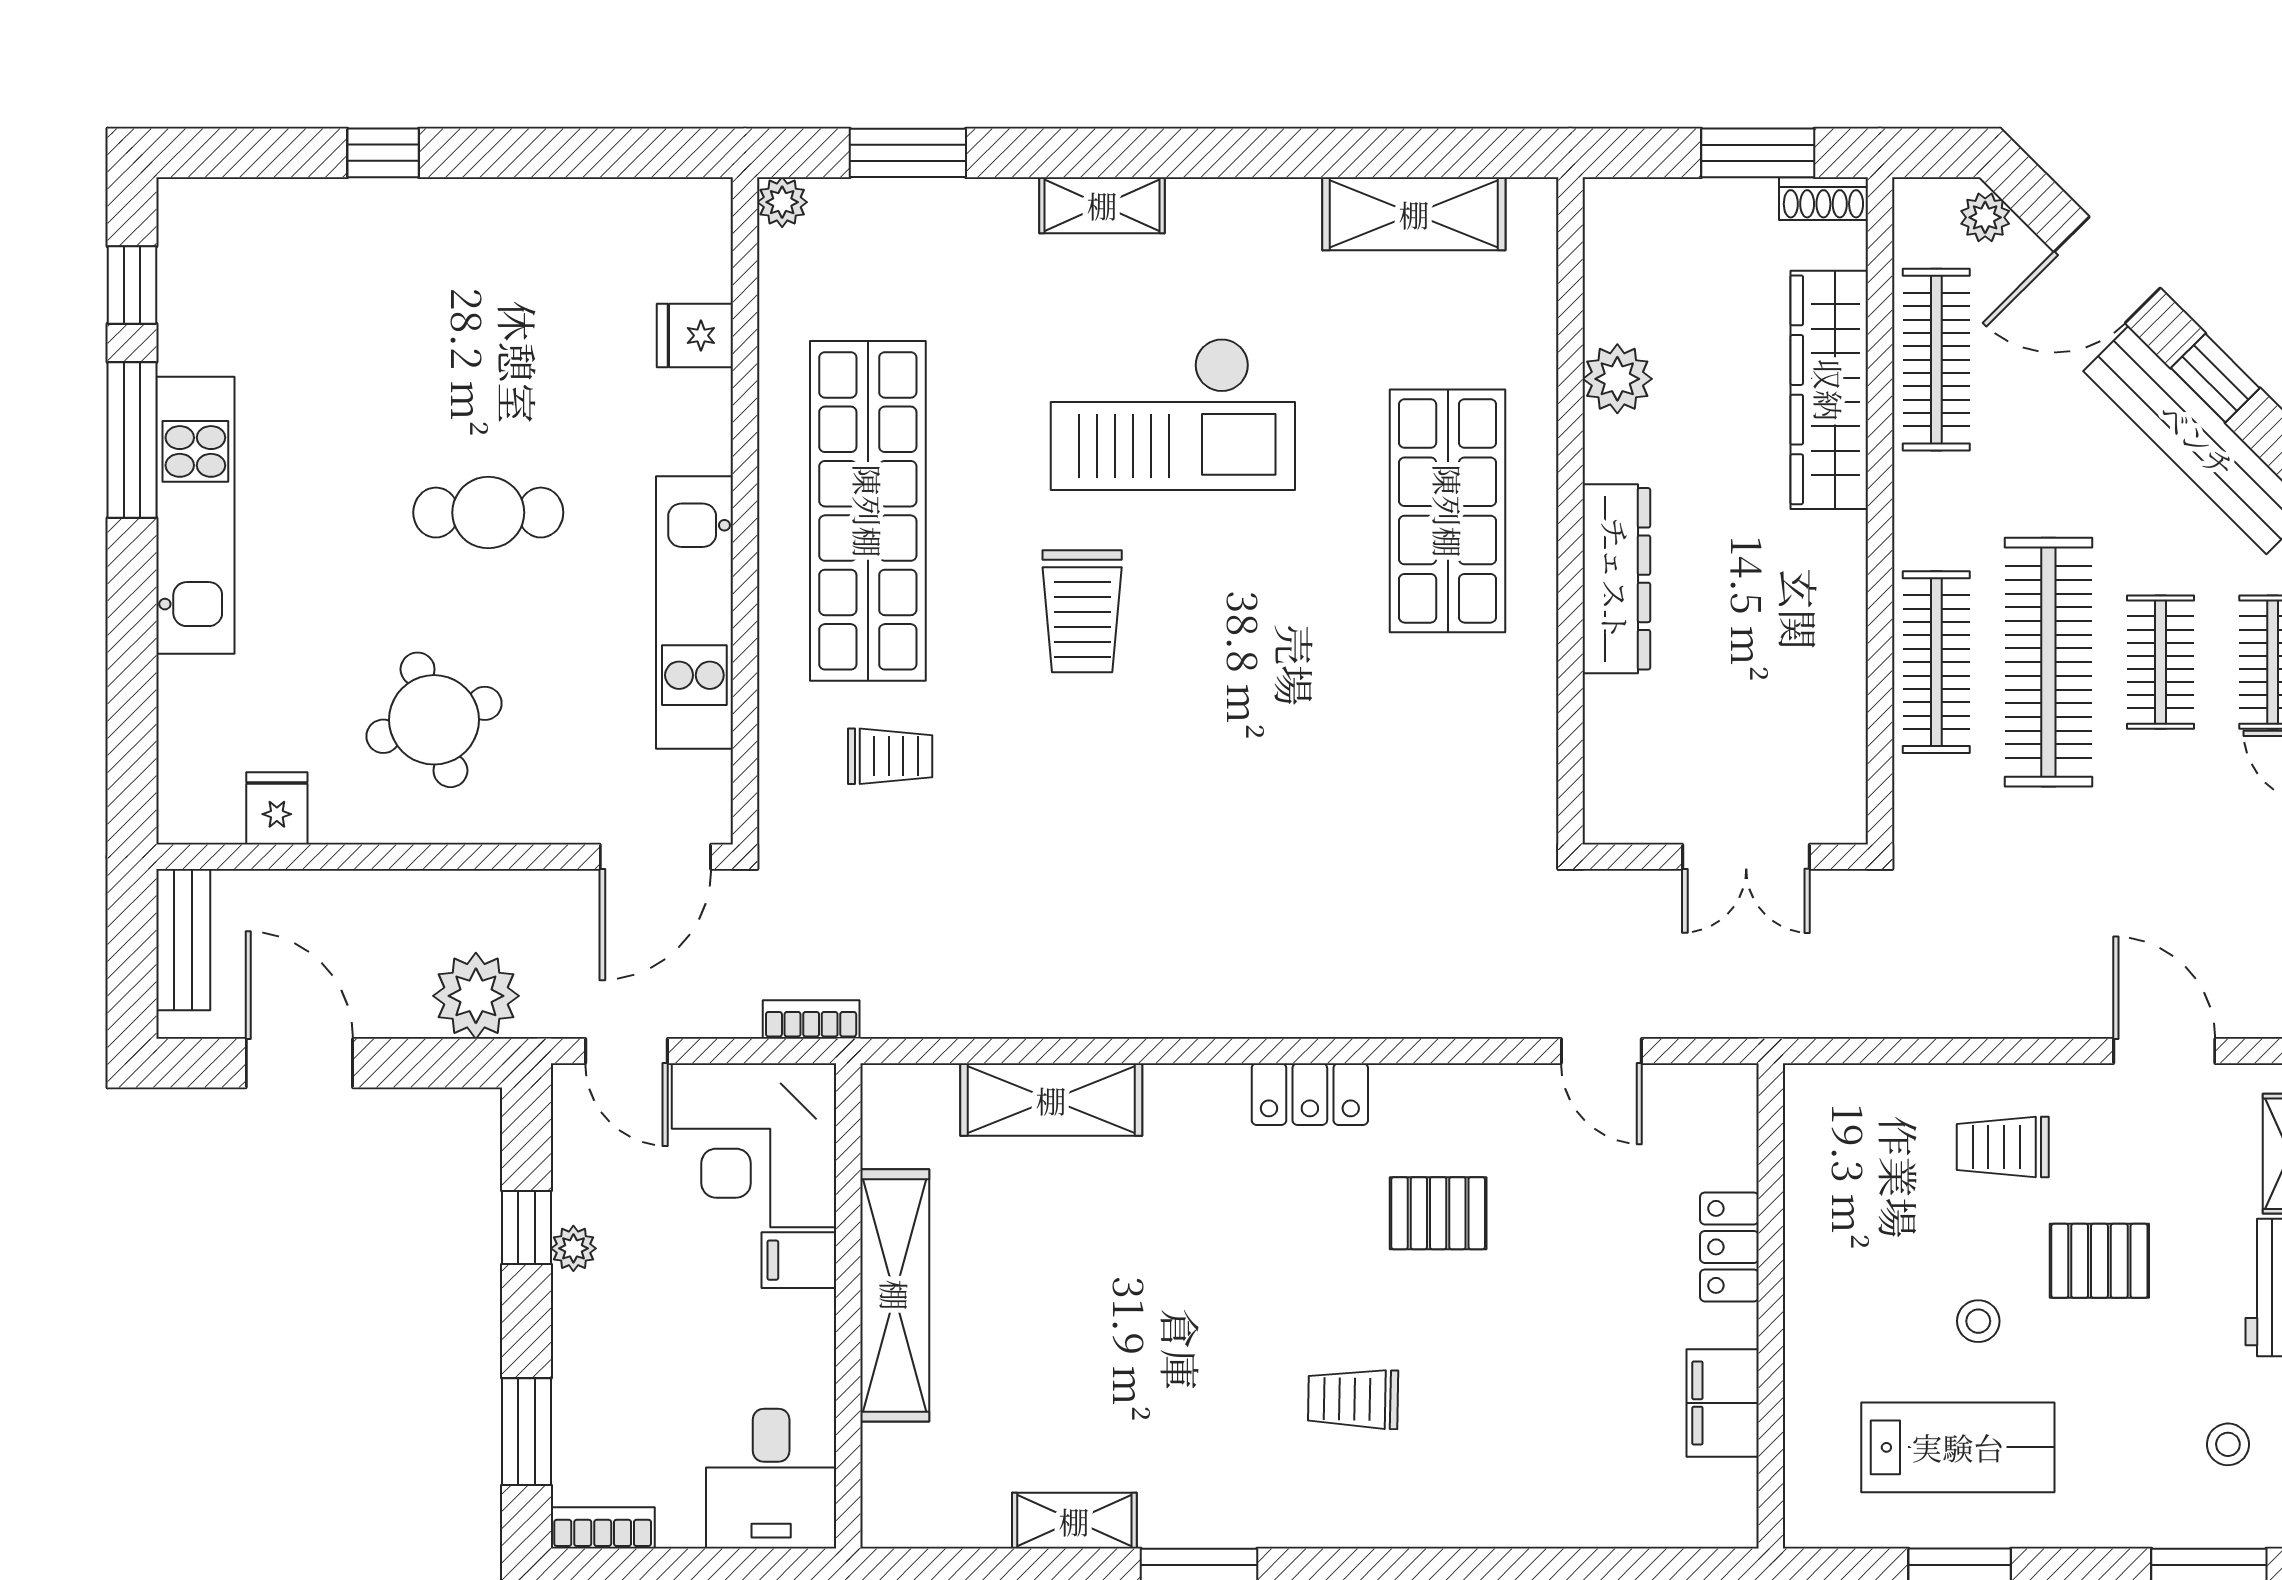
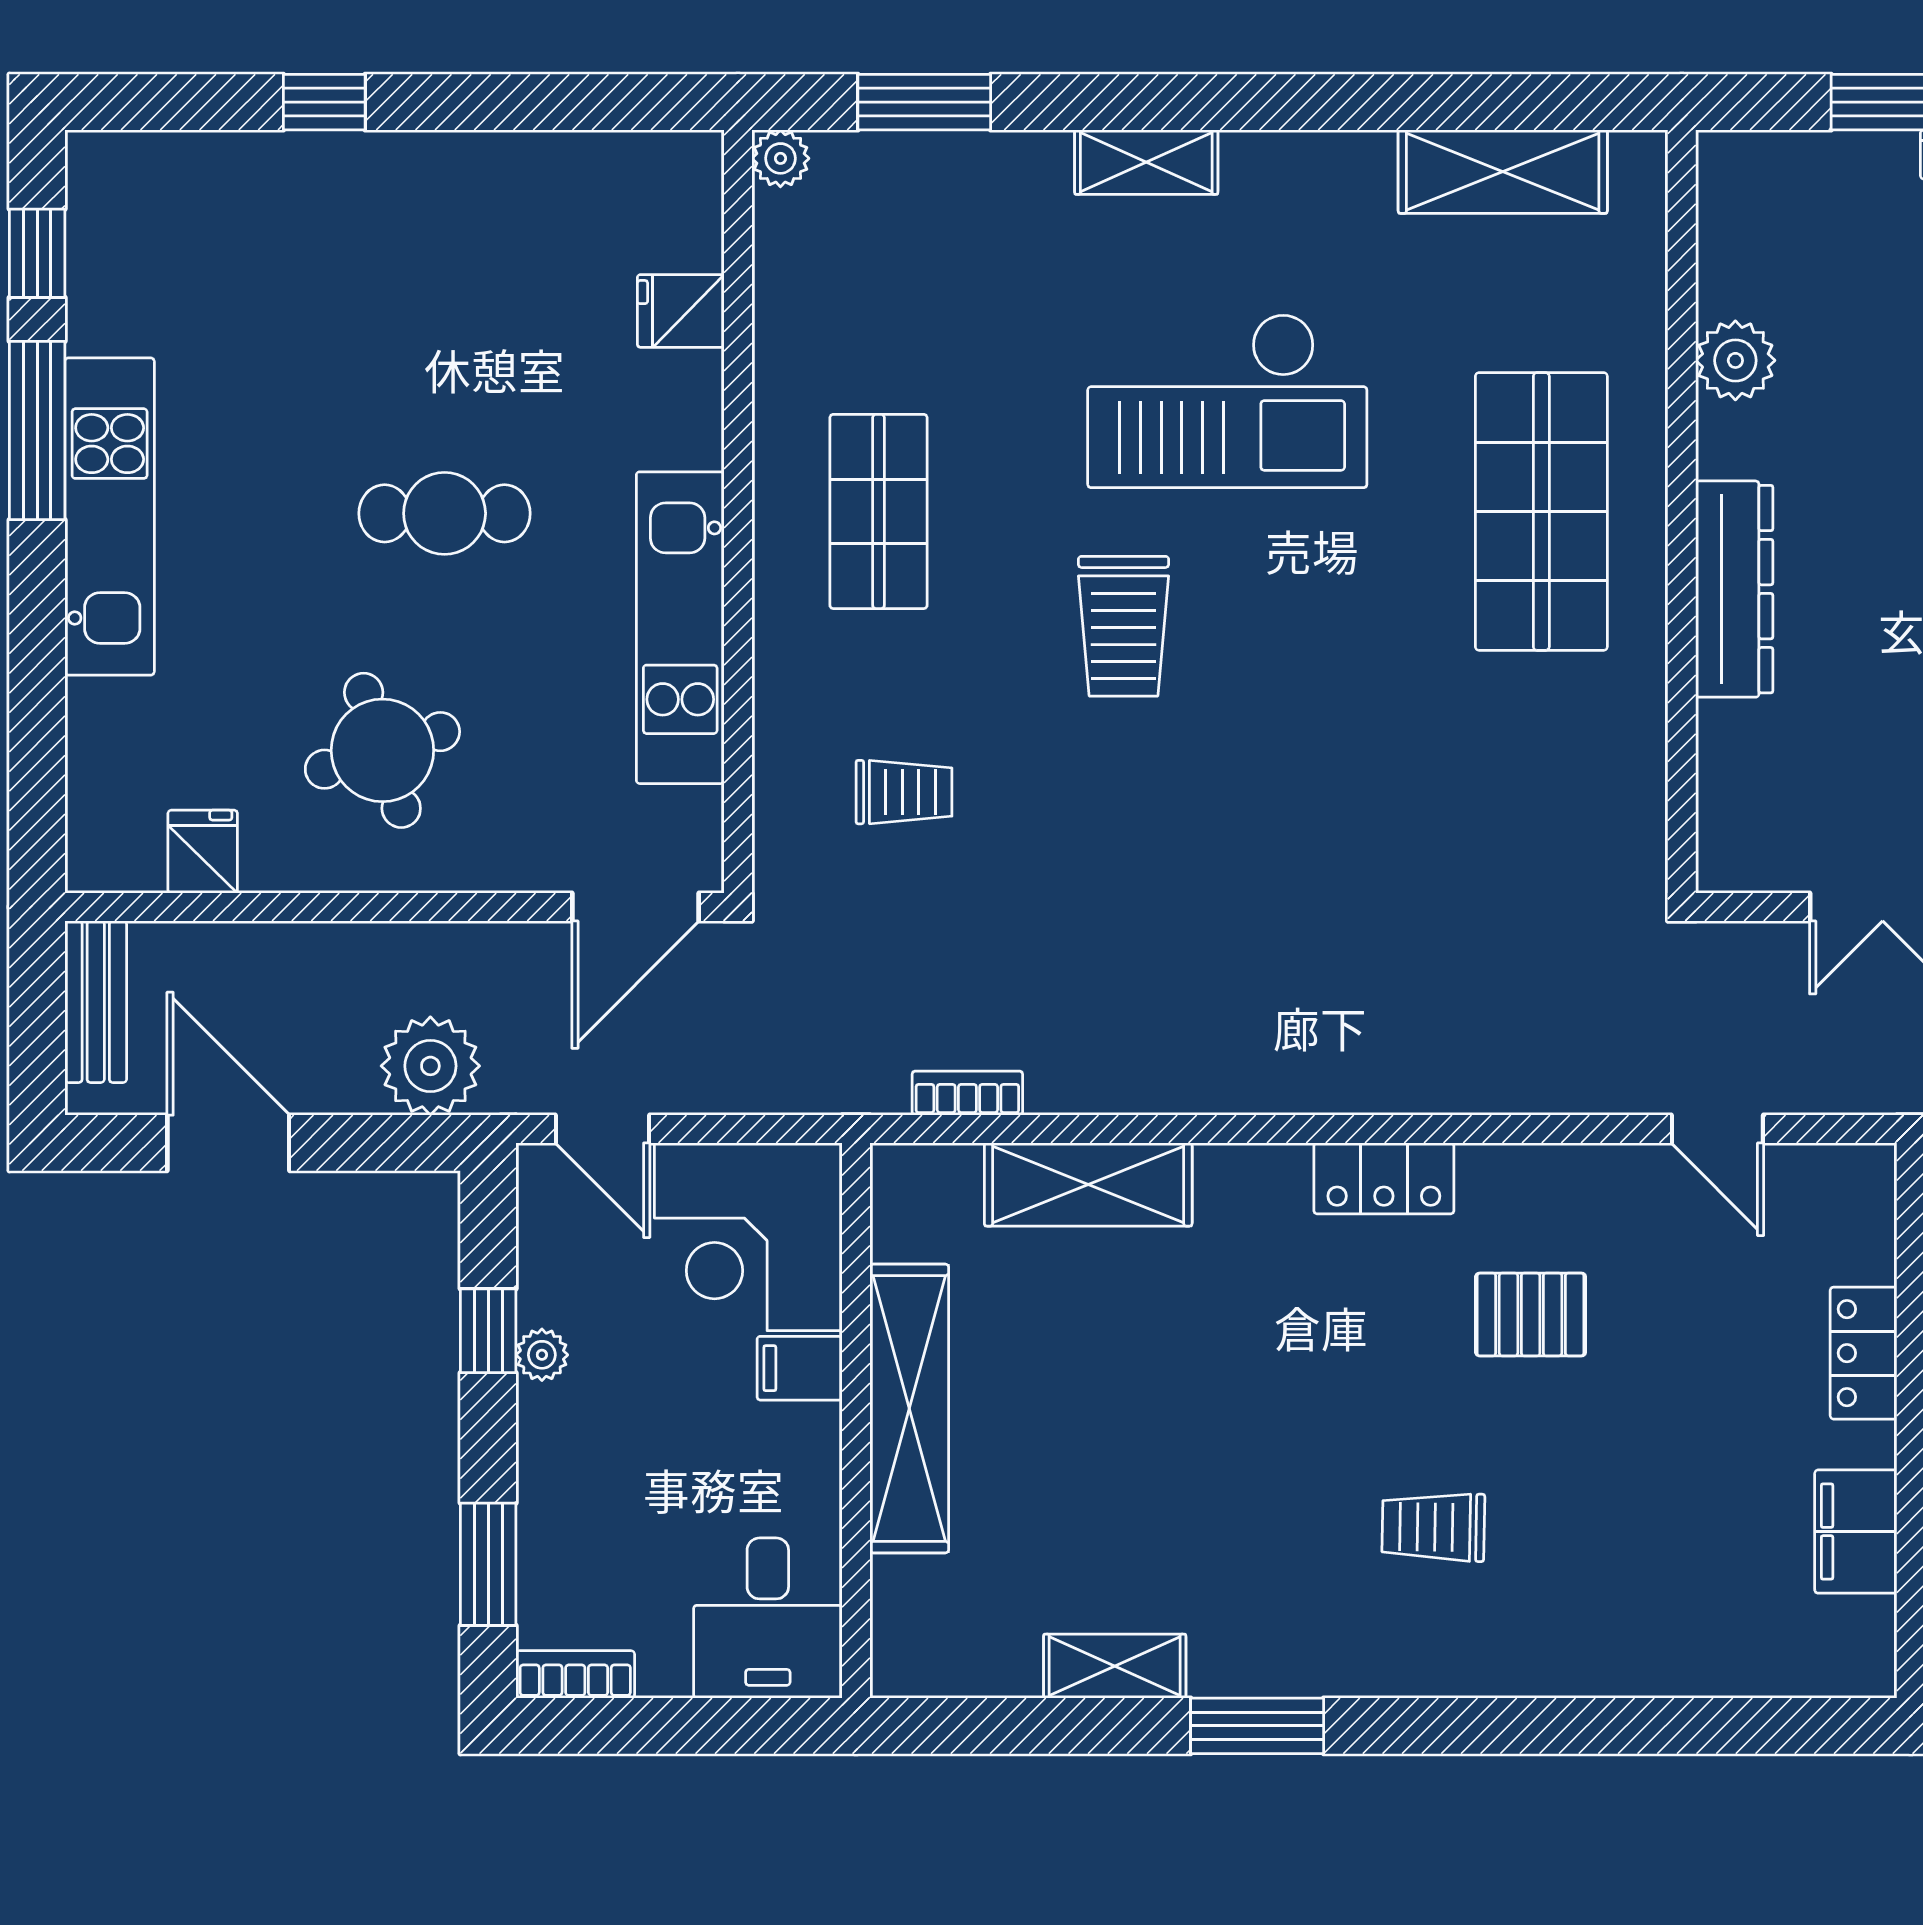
shop shelf: (868, 511) -> (878, 511), width x0.50, depth x0.74
bookcase: (811, 1020) -> (967, 1093), moved

